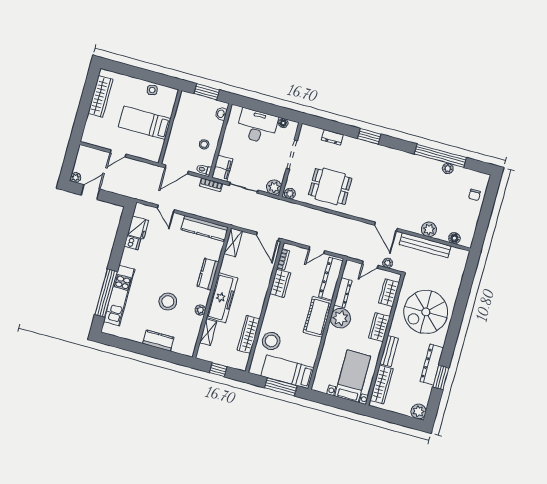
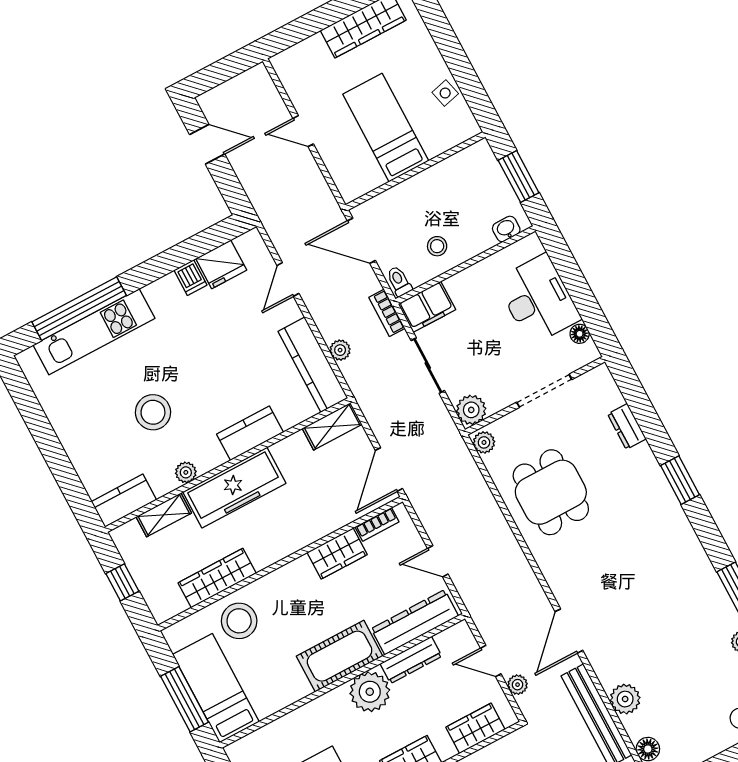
plant: (76, 177) -> (340, 350), moved
kitchen counter: (158, 341) -> (124, 501), moved, turned -90

